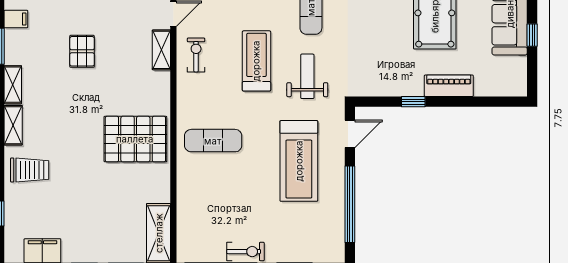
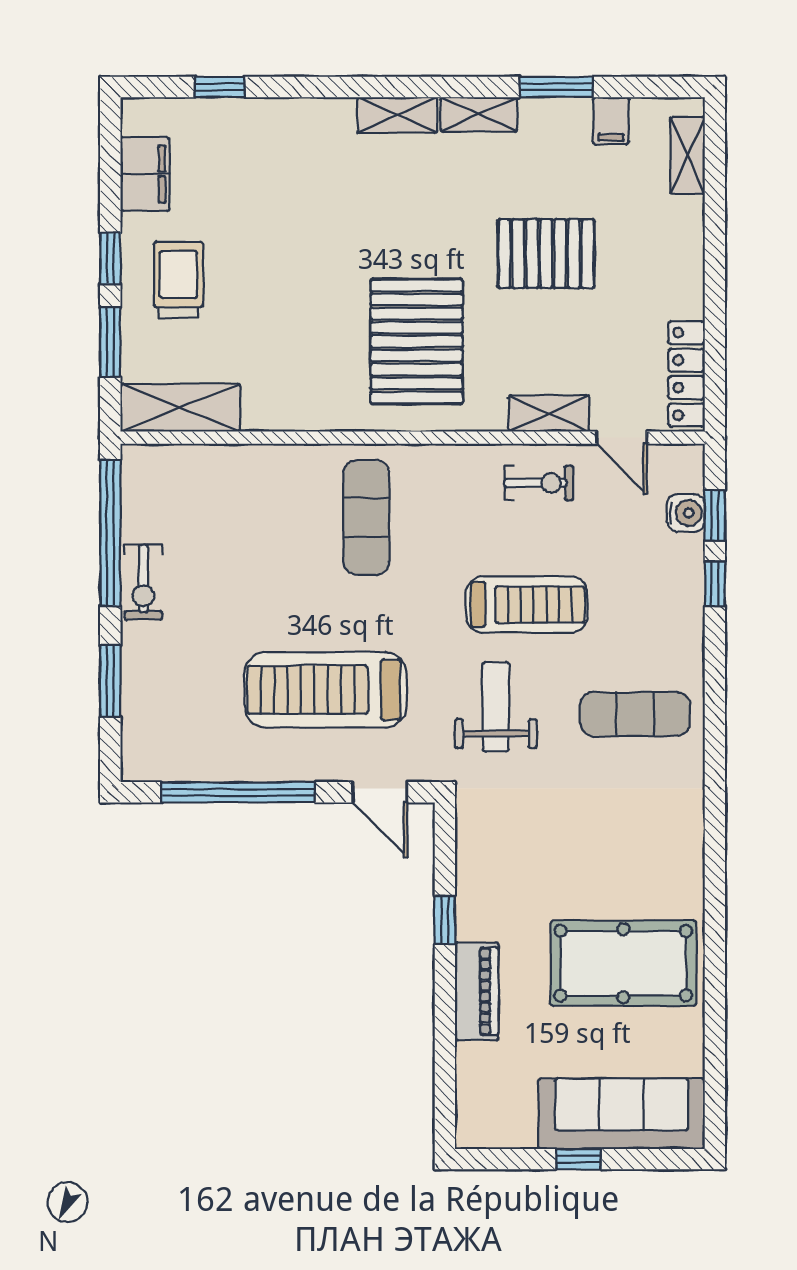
pallet: (82, 51) -> (546, 254), width x1.50, depth x1.42
weight bench: (307, 76) -> (496, 707), turned -90
pallet: (135, 139) -> (417, 342), moved
trolley: (30, 170) -> (178, 280), moved, turned 180

